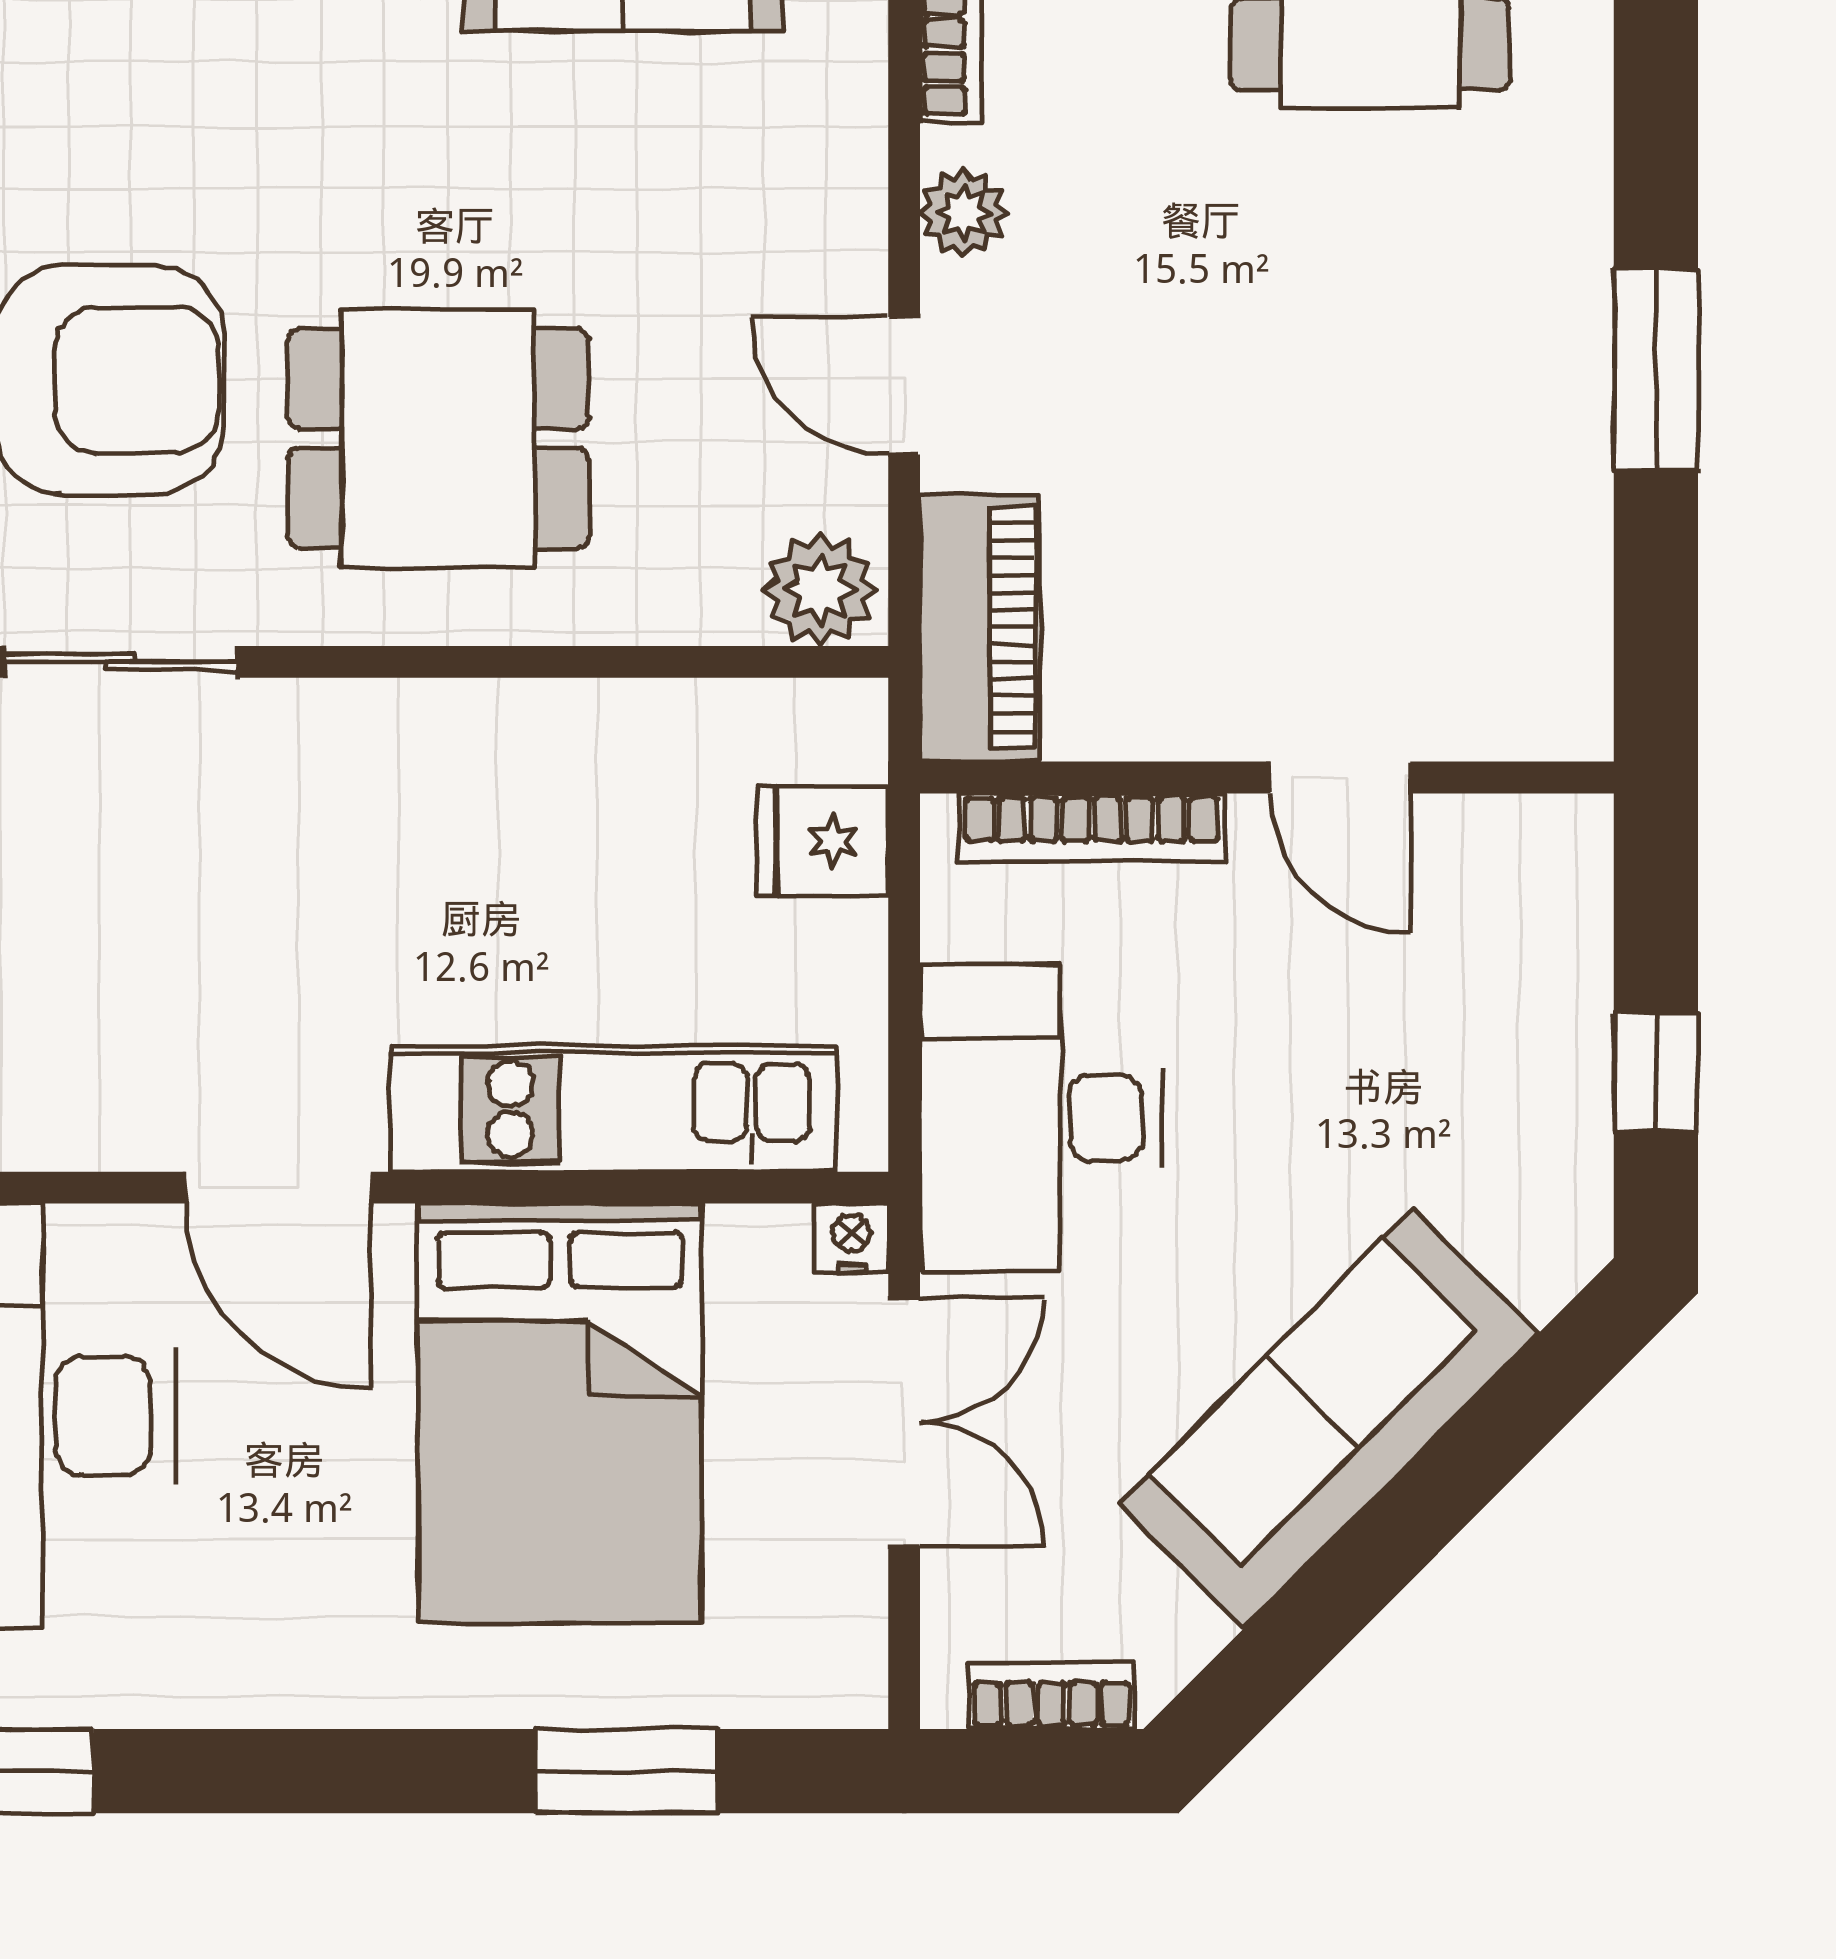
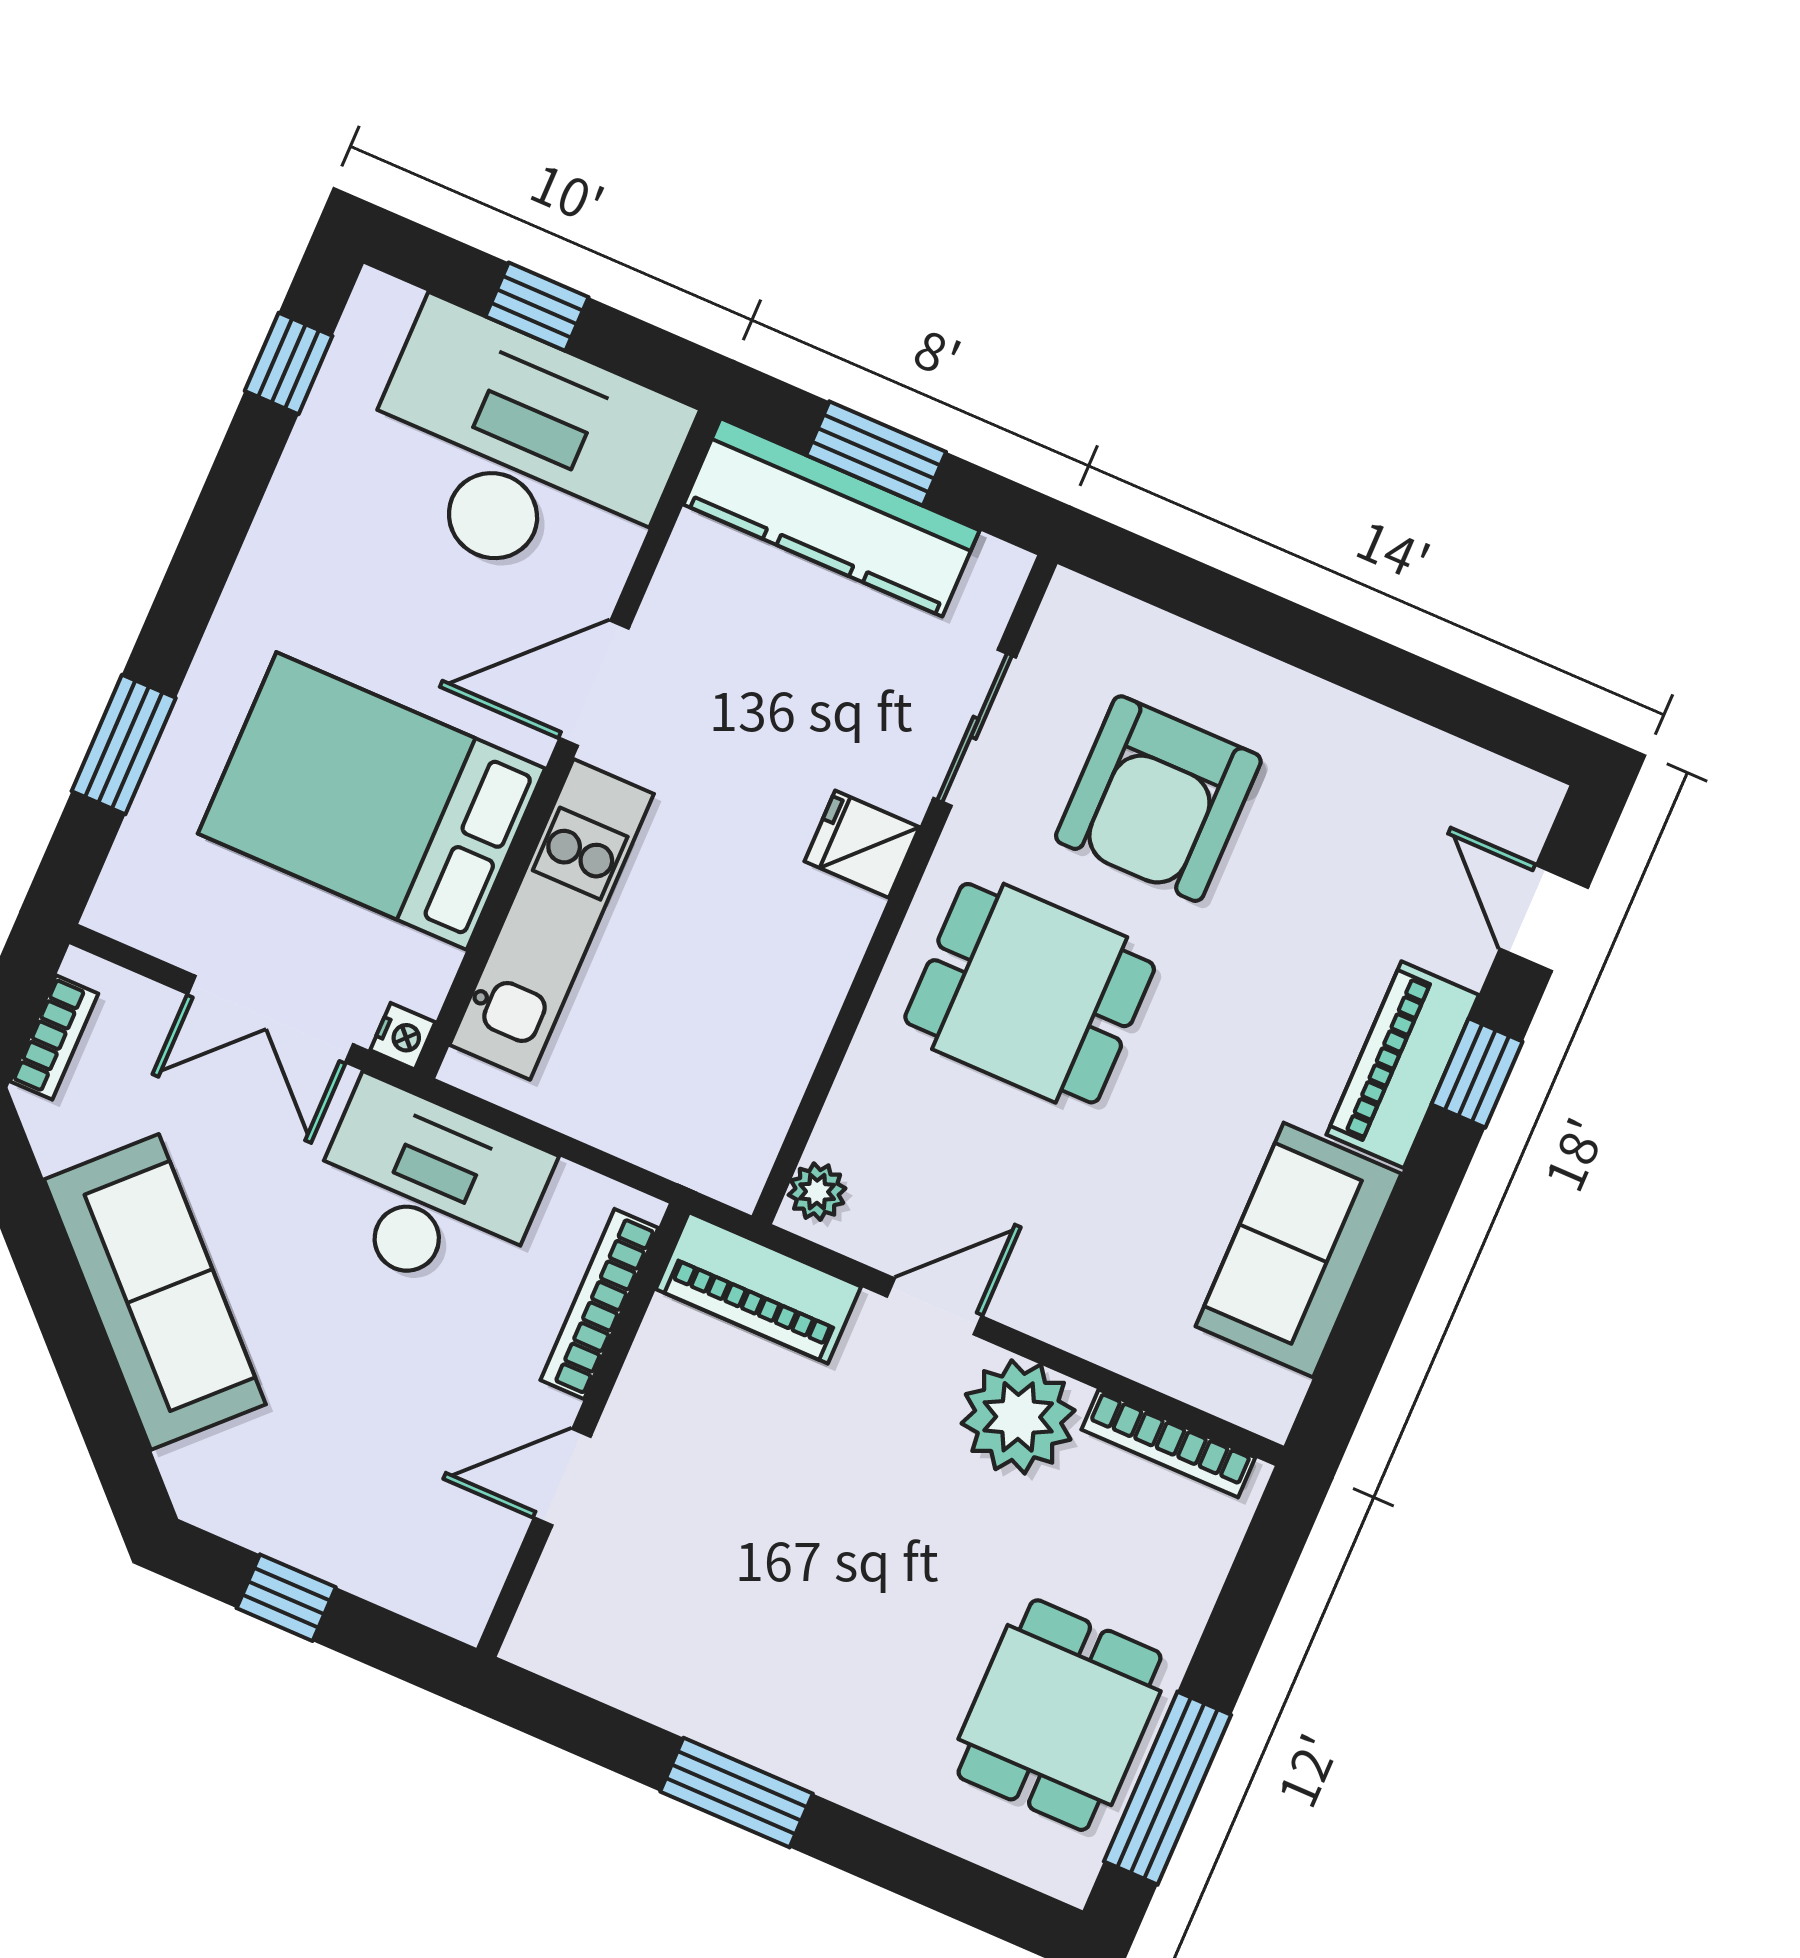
plant: (964, 213) -> (1018, 1417), width x1.87, depth x1.87
dining table: (438, 438) -> (1030, 993), turned 90
plant: (820, 590) -> (817, 1192), width x0.73, depth x0.73
fridge: (822, 841) -> (862, 844), moved, turned -90

